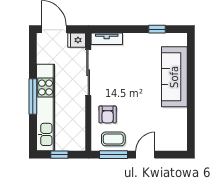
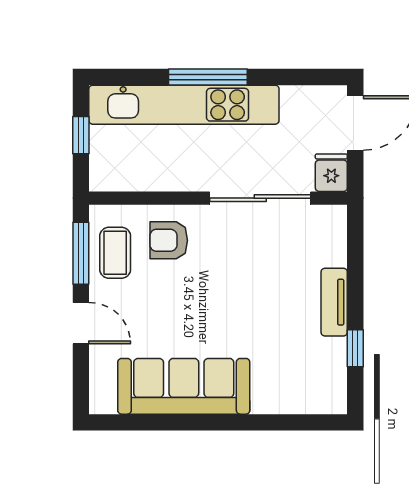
tv unit: (107, 39) -> (334, 302), moved
sofa: (174, 77) -> (184, 386), moved

